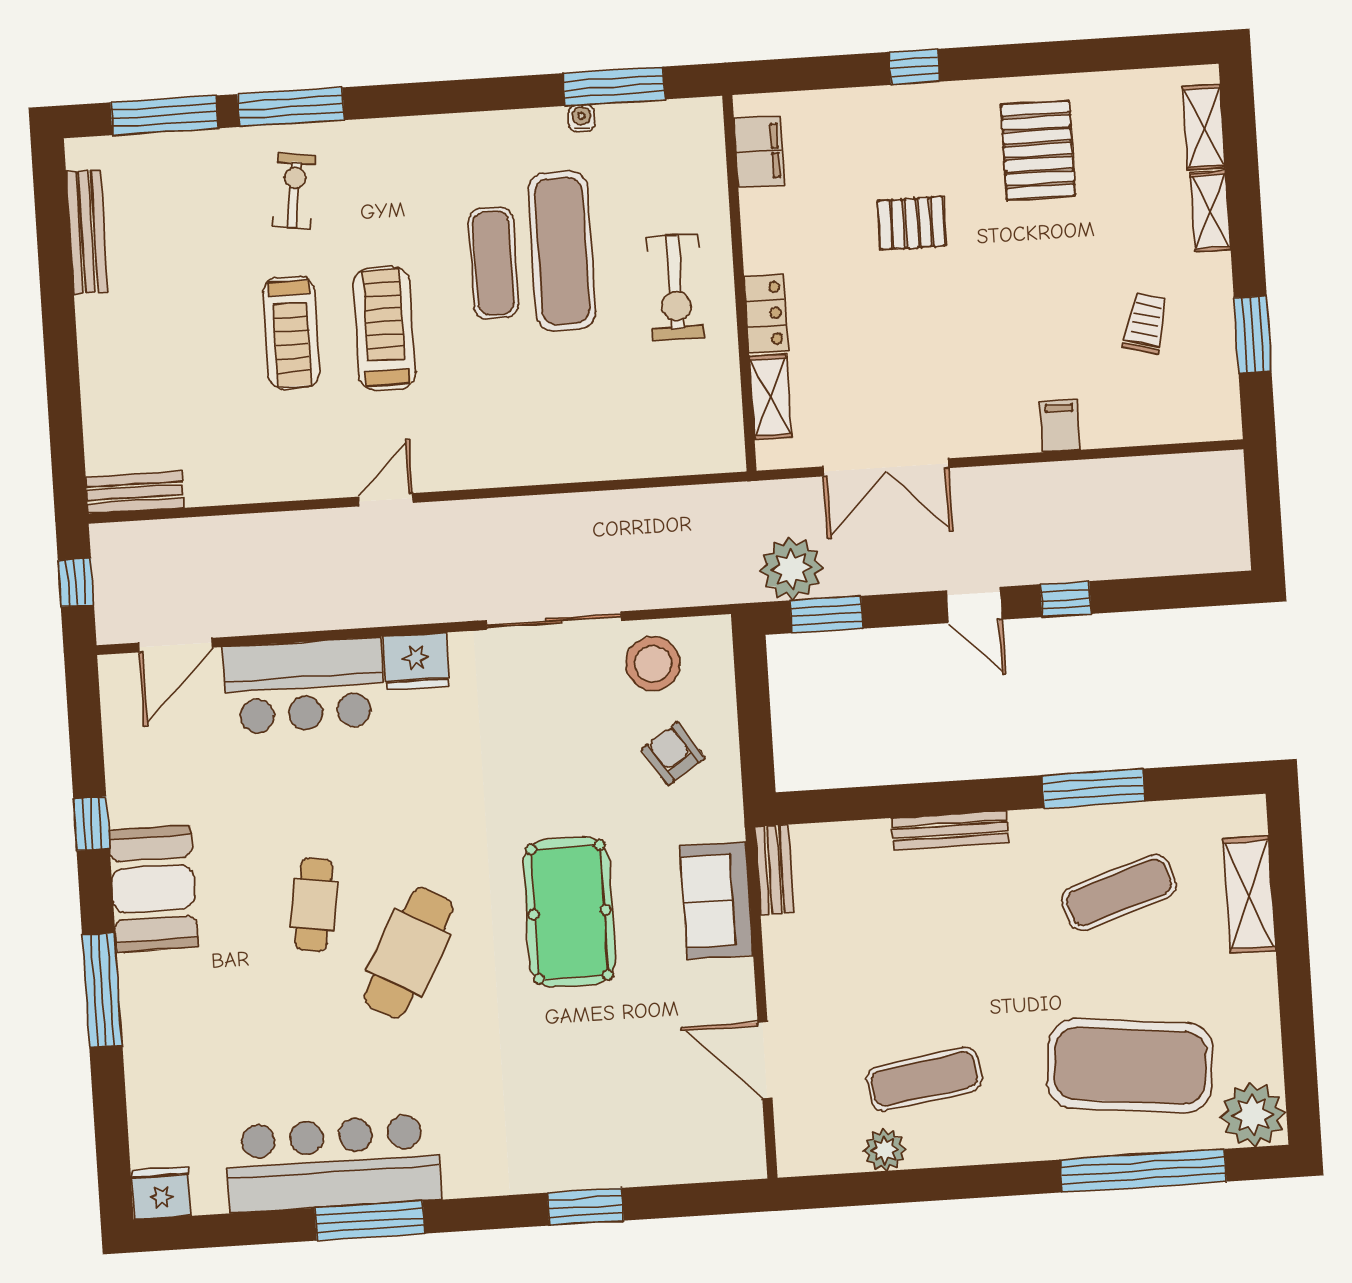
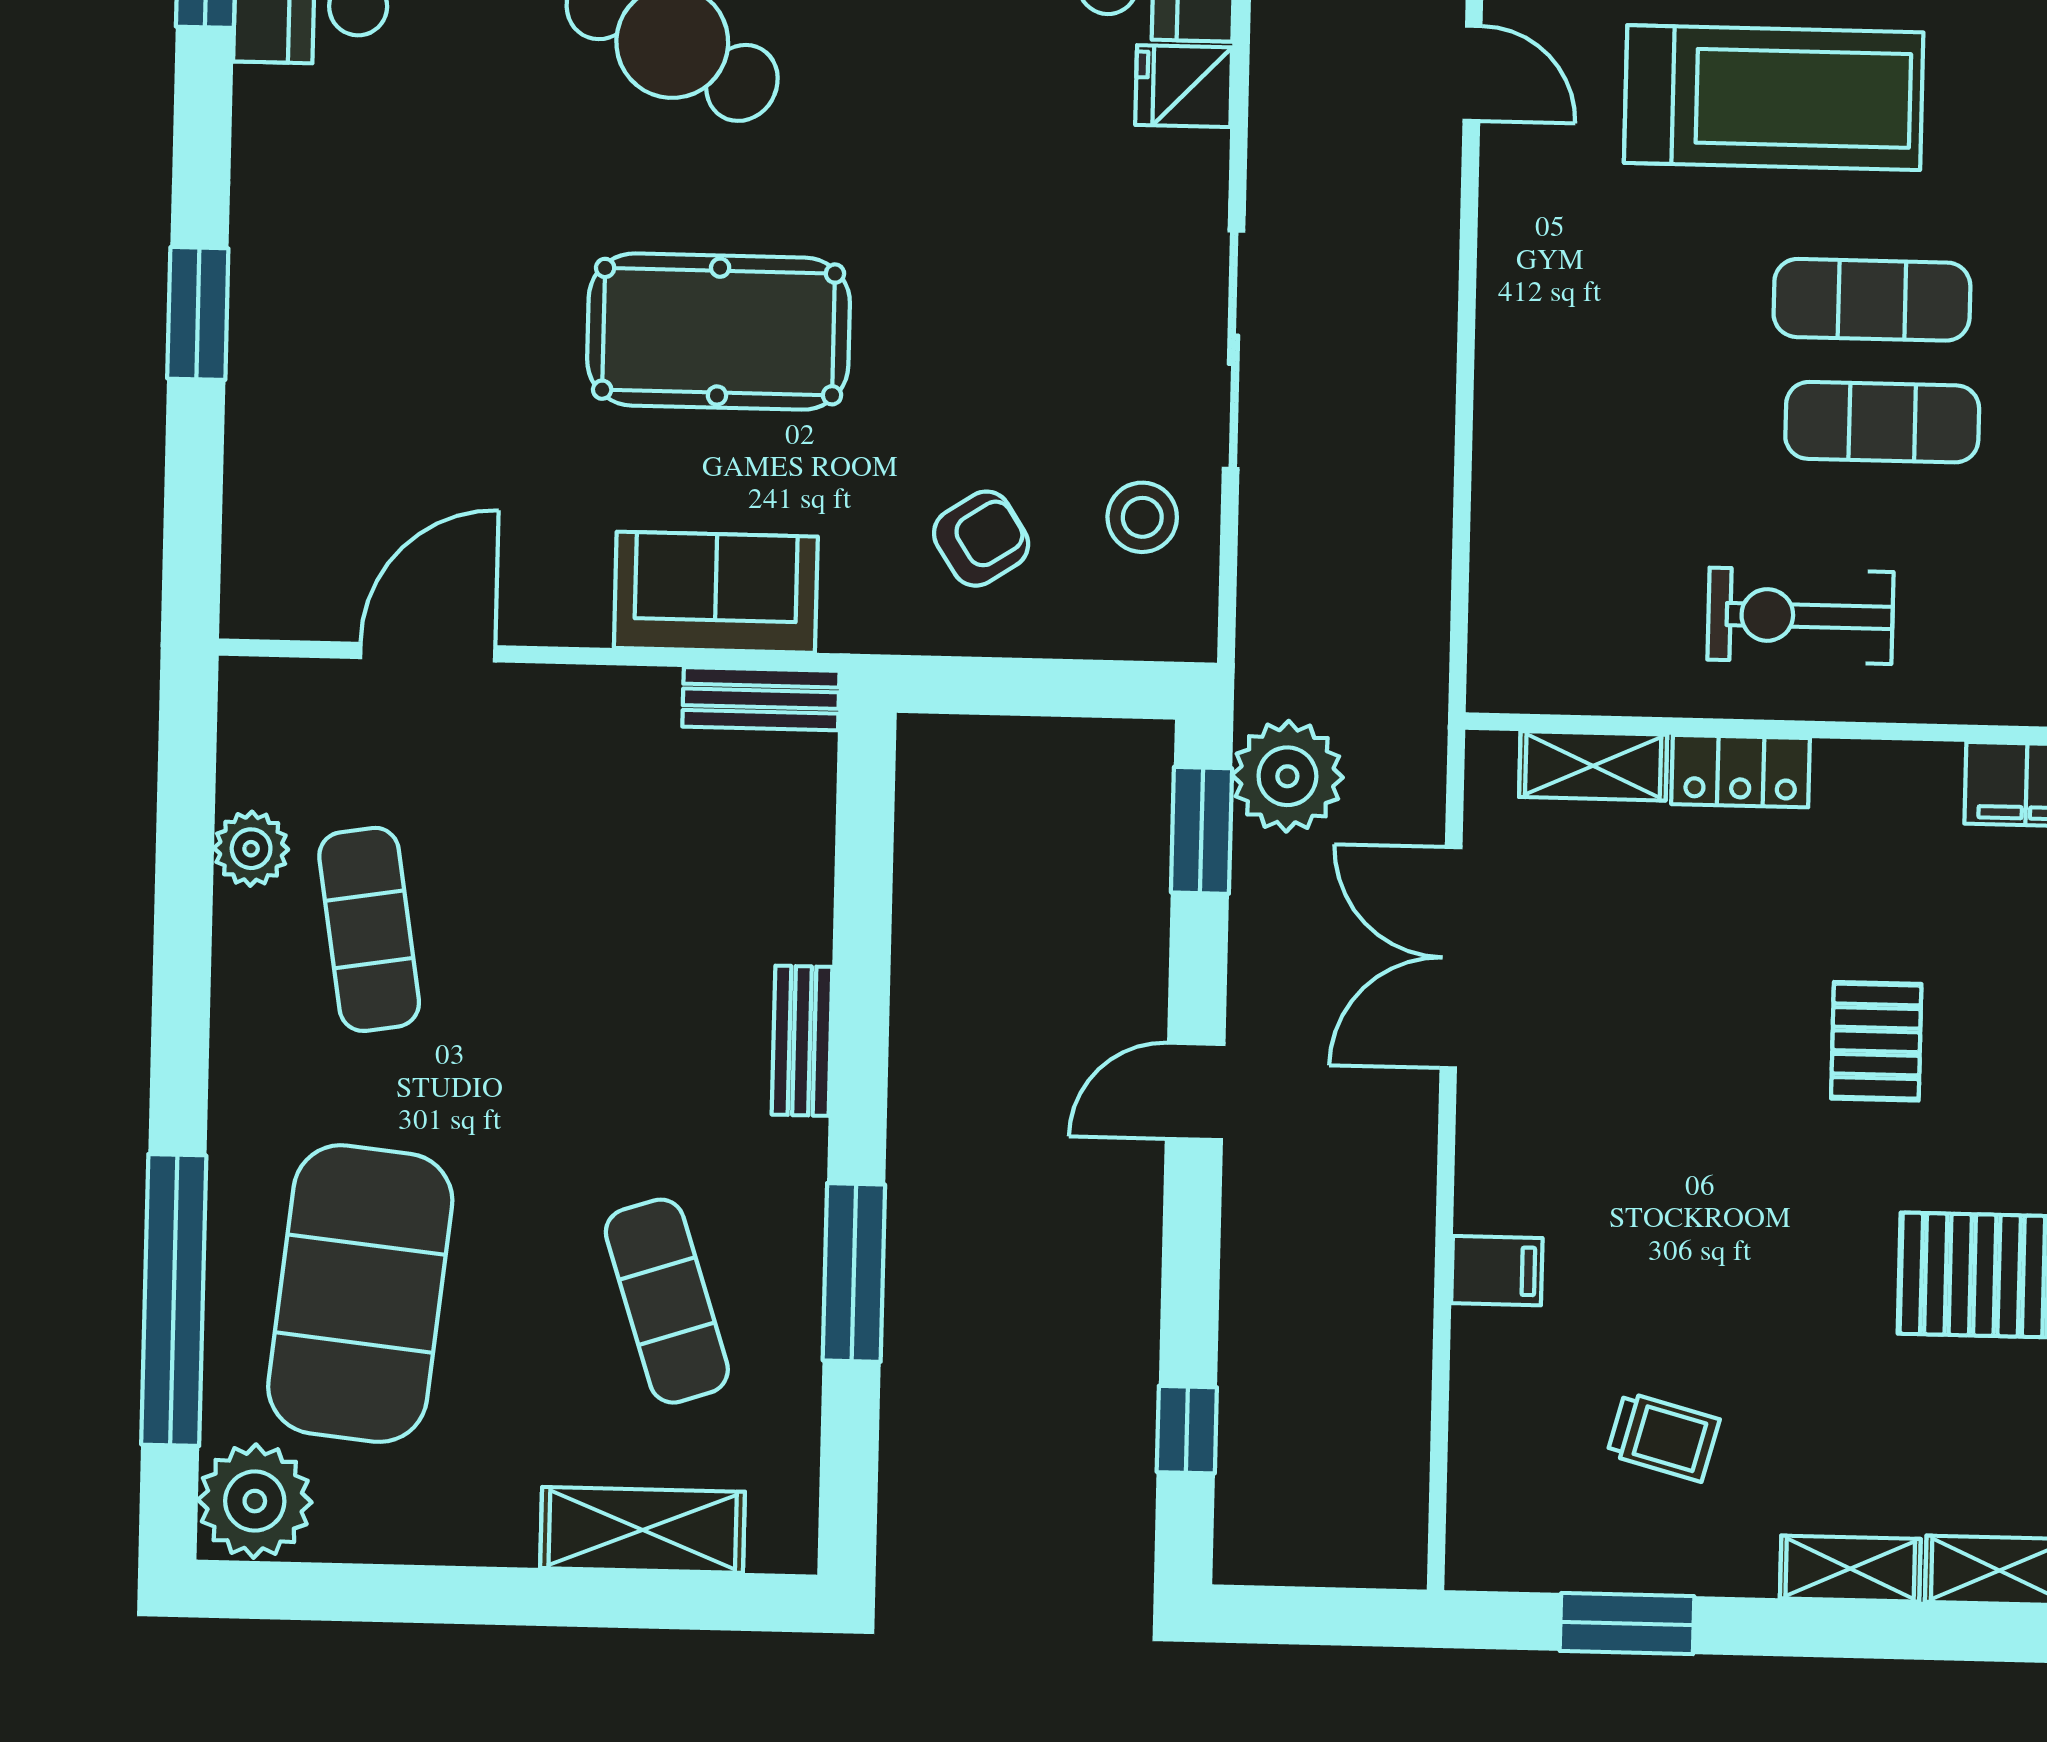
exercise mat: (562, 251) -> (1882, 422), width x0.73, depth x0.69
treadmill: (384, 329) -> (1774, 98), width x1.37, depth x1.38
window: (1066, 599) -> (1187, 1430), moved
fridge: (416, 661) -> (1184, 86), width x0.72
stool: (653, 664) -> (1142, 517), width x0.73, depth x0.73
bench: (950, 830) -> (802, 1041), width x0.73

